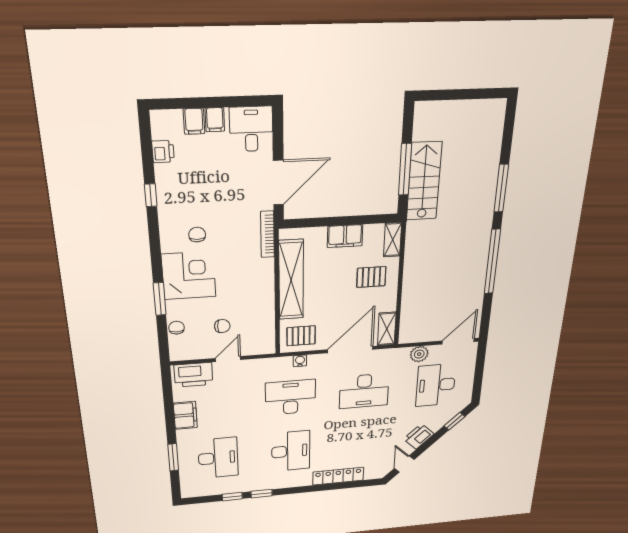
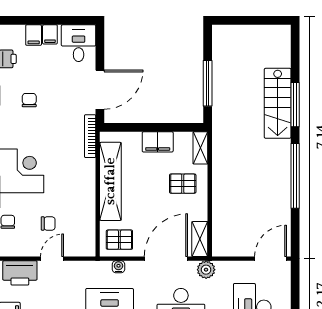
stairs: (424, 181) -> (278, 103), moved, turned 180
chair: (197, 235) -> (29, 100), moved
plant: (419, 354) -> (206, 270), moved

